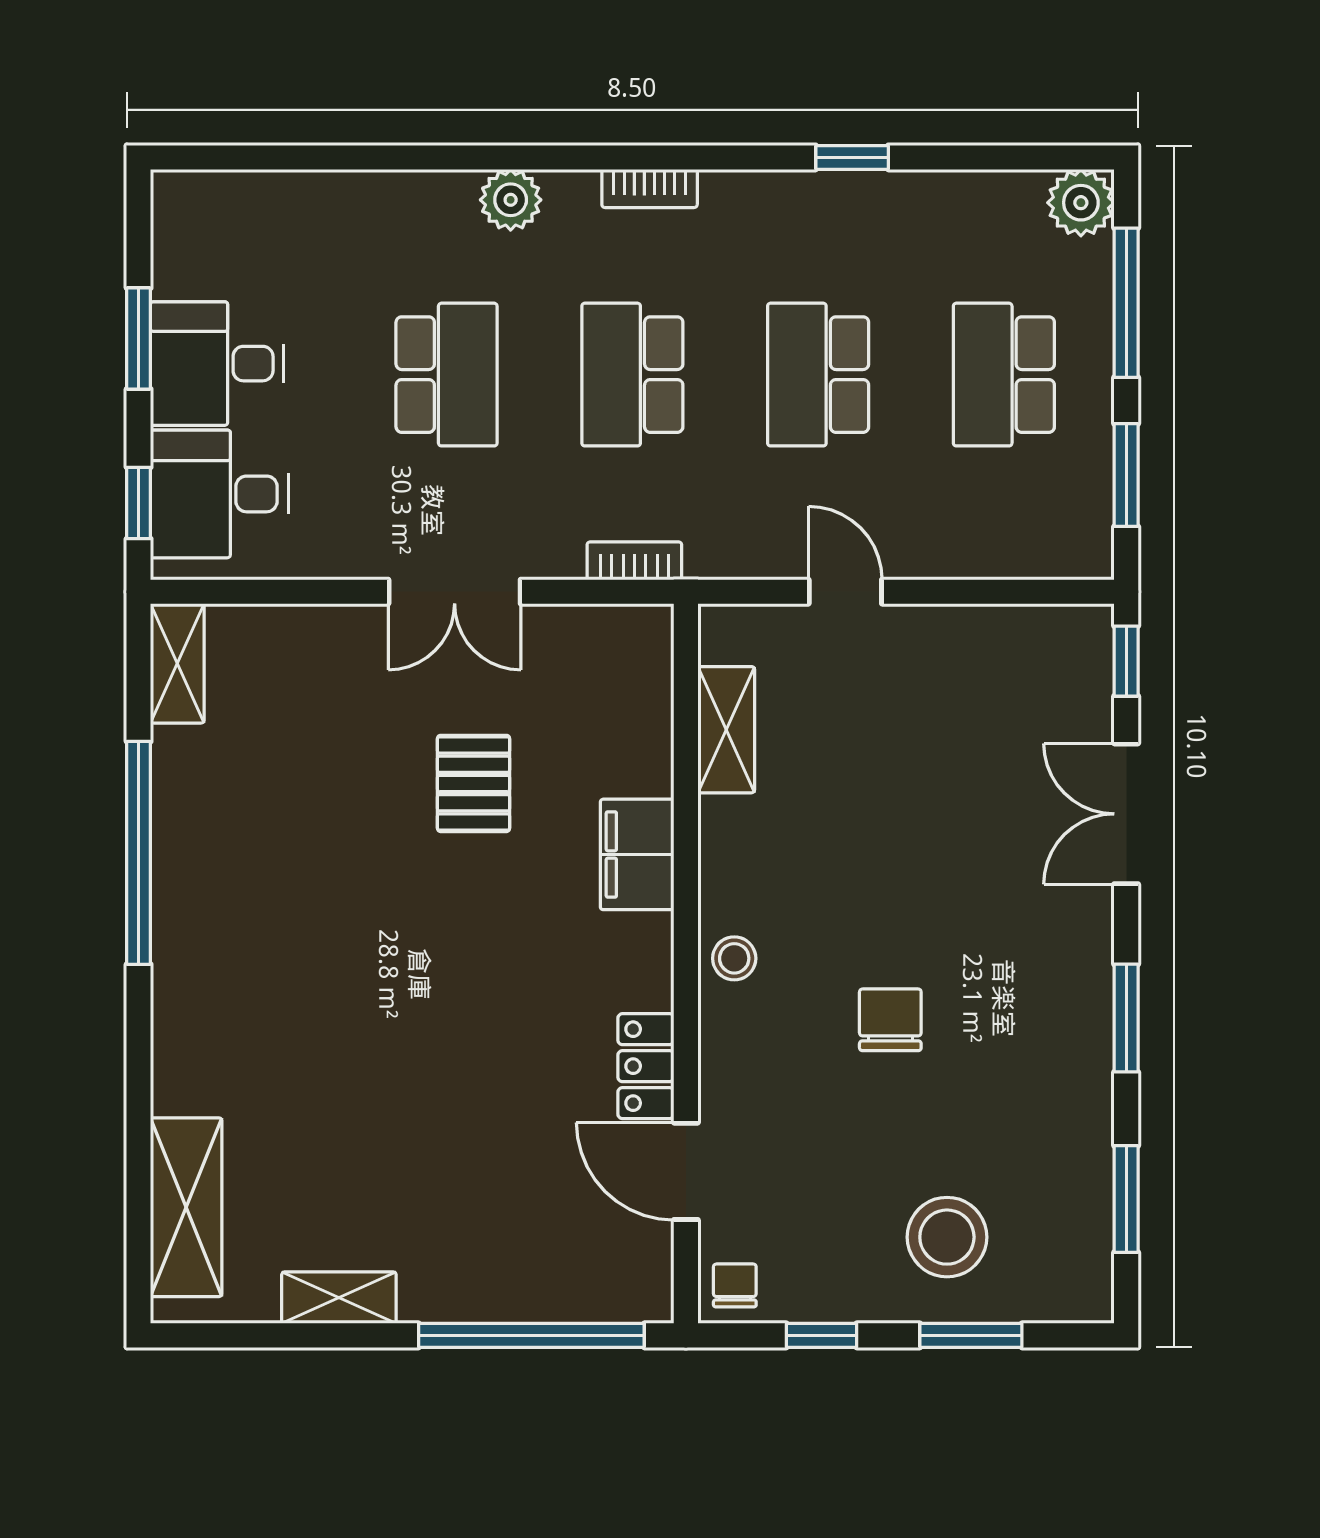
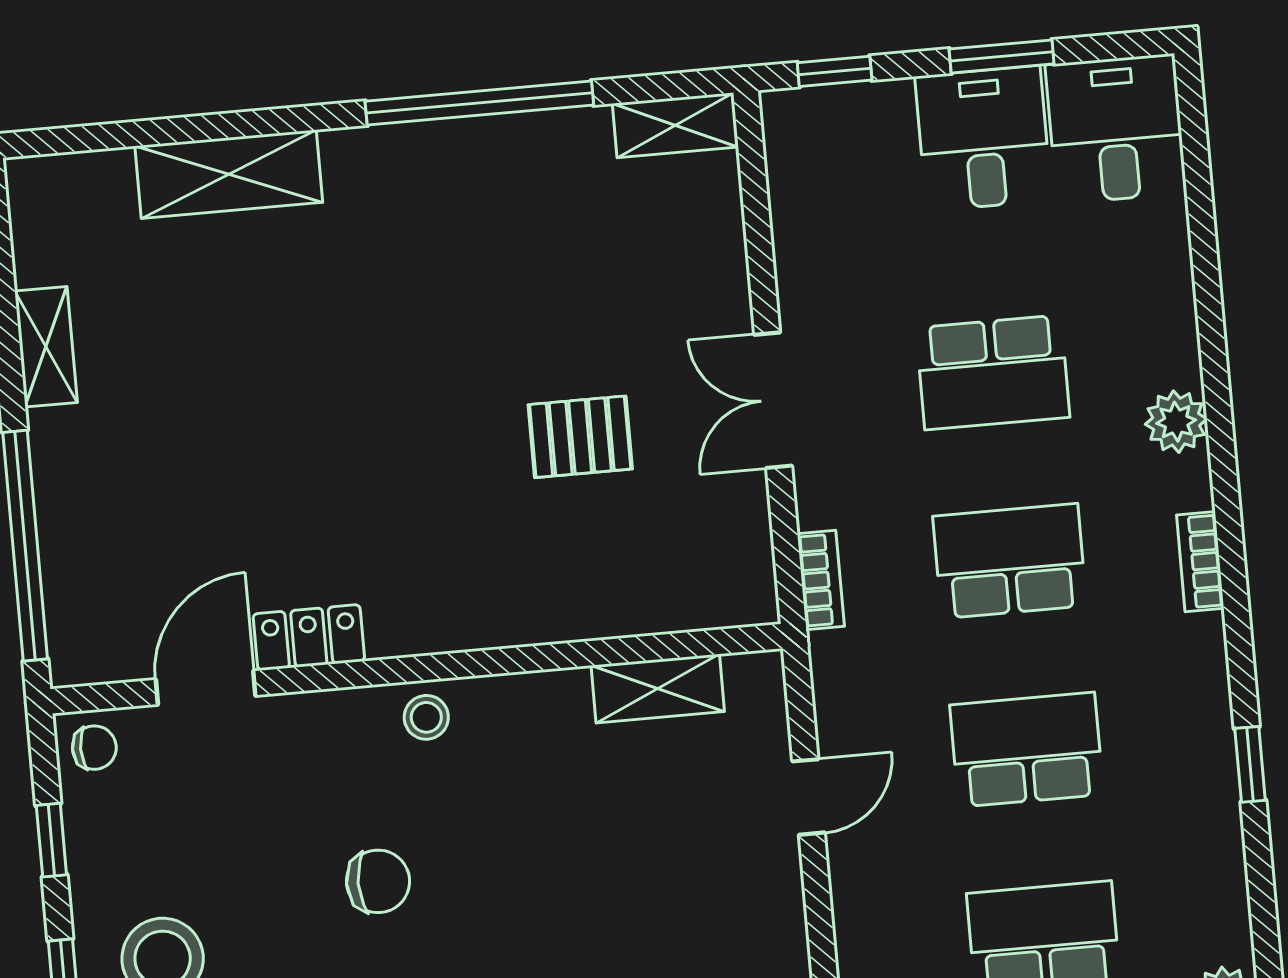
desk: (219, 494) -> (1116, 129), moved
filing cabinet: (637, 854) -> (523, 609), removed
shelving: (186, 1207) -> (229, 174), moved

